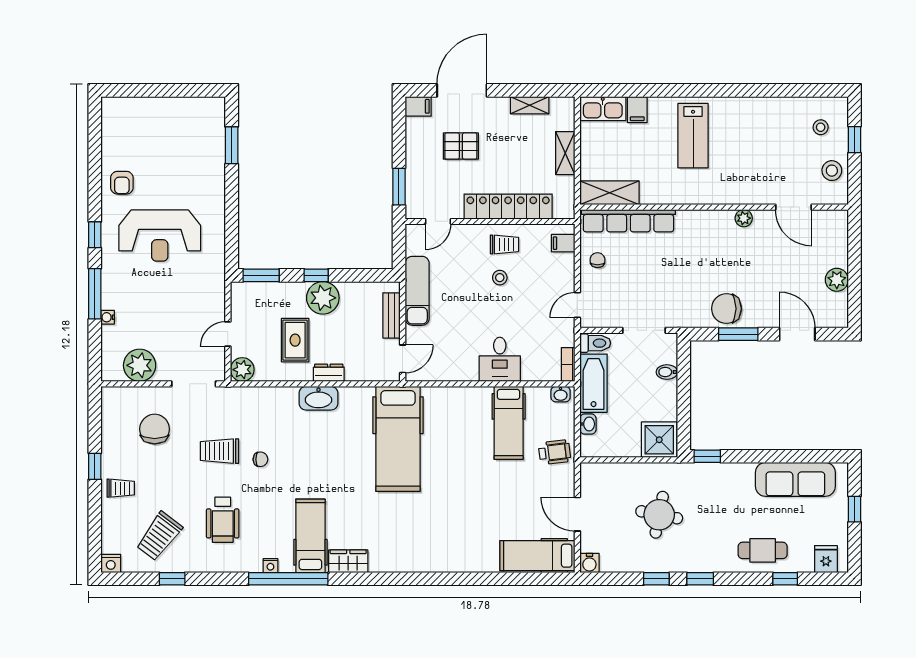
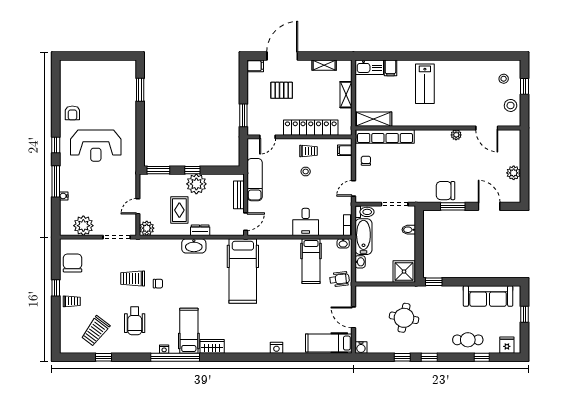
chair: (155, 429) -> (72, 263), moved
nightstand: (111, 563) -> (276, 348), moved

